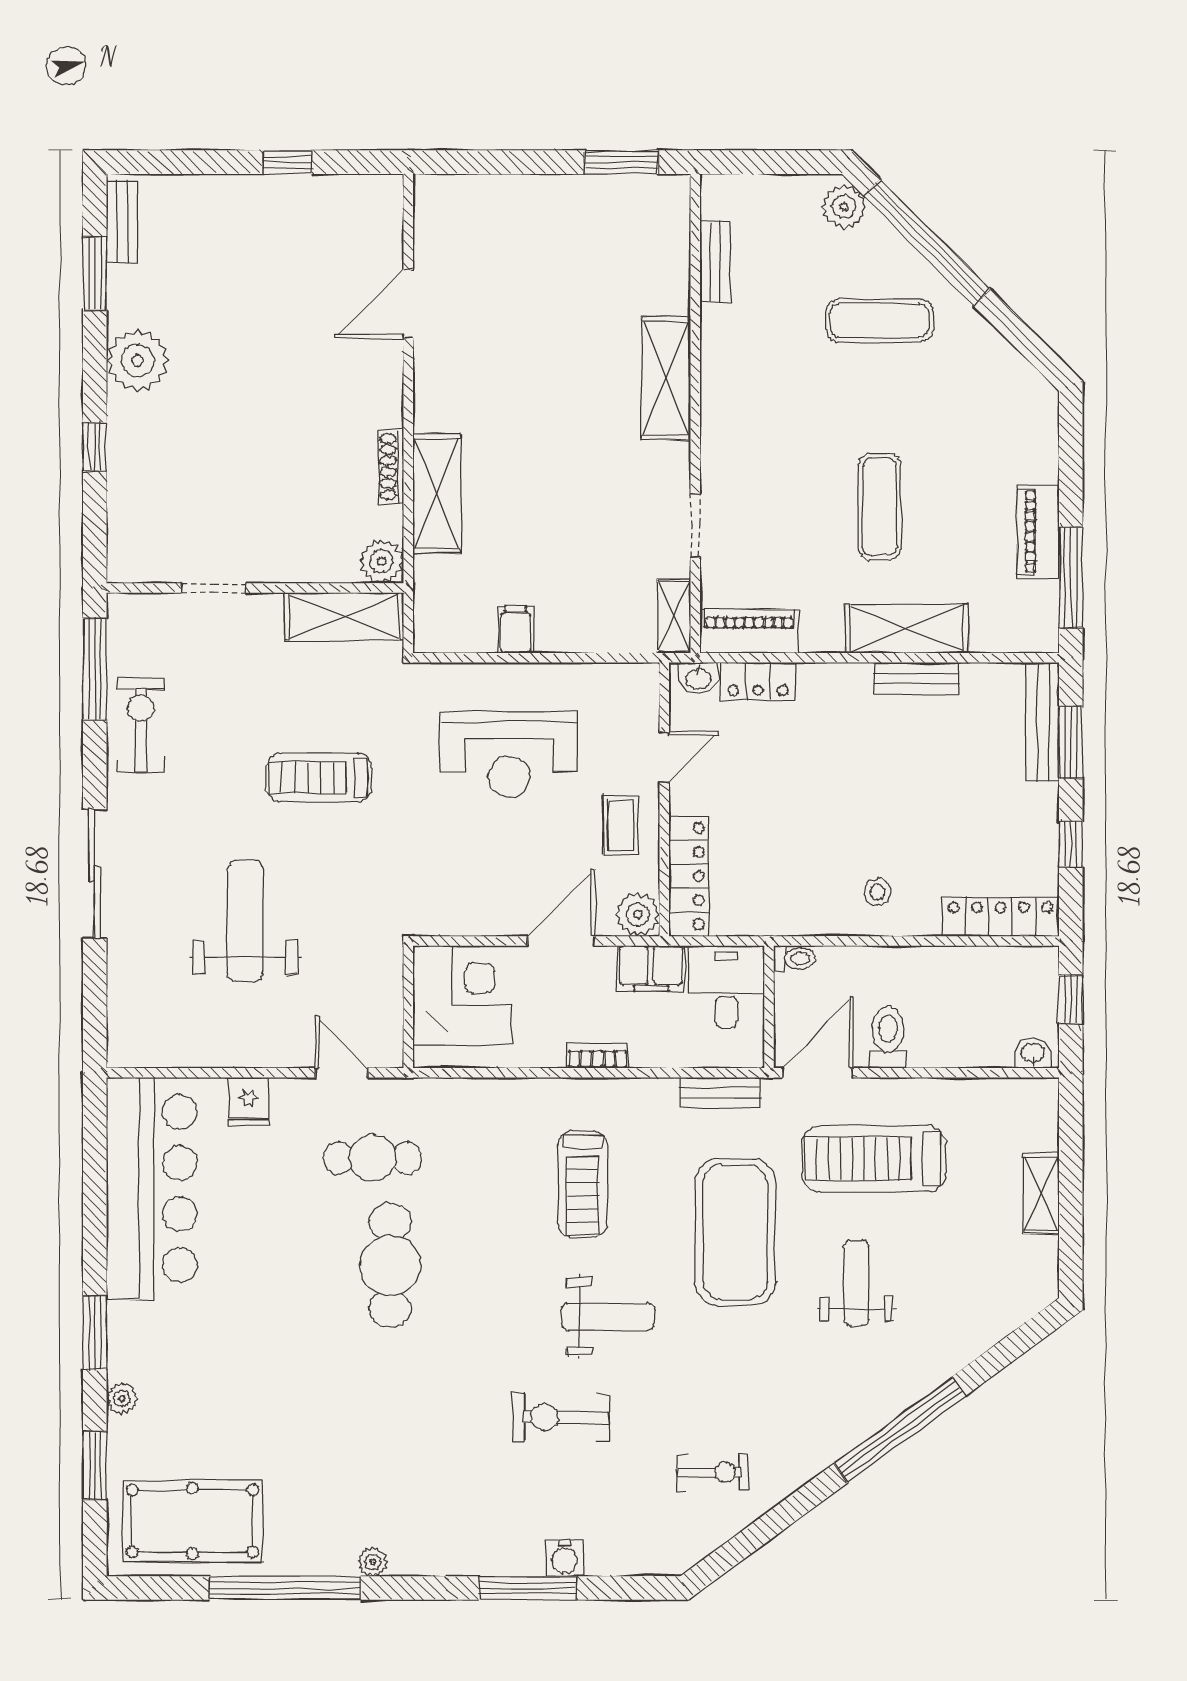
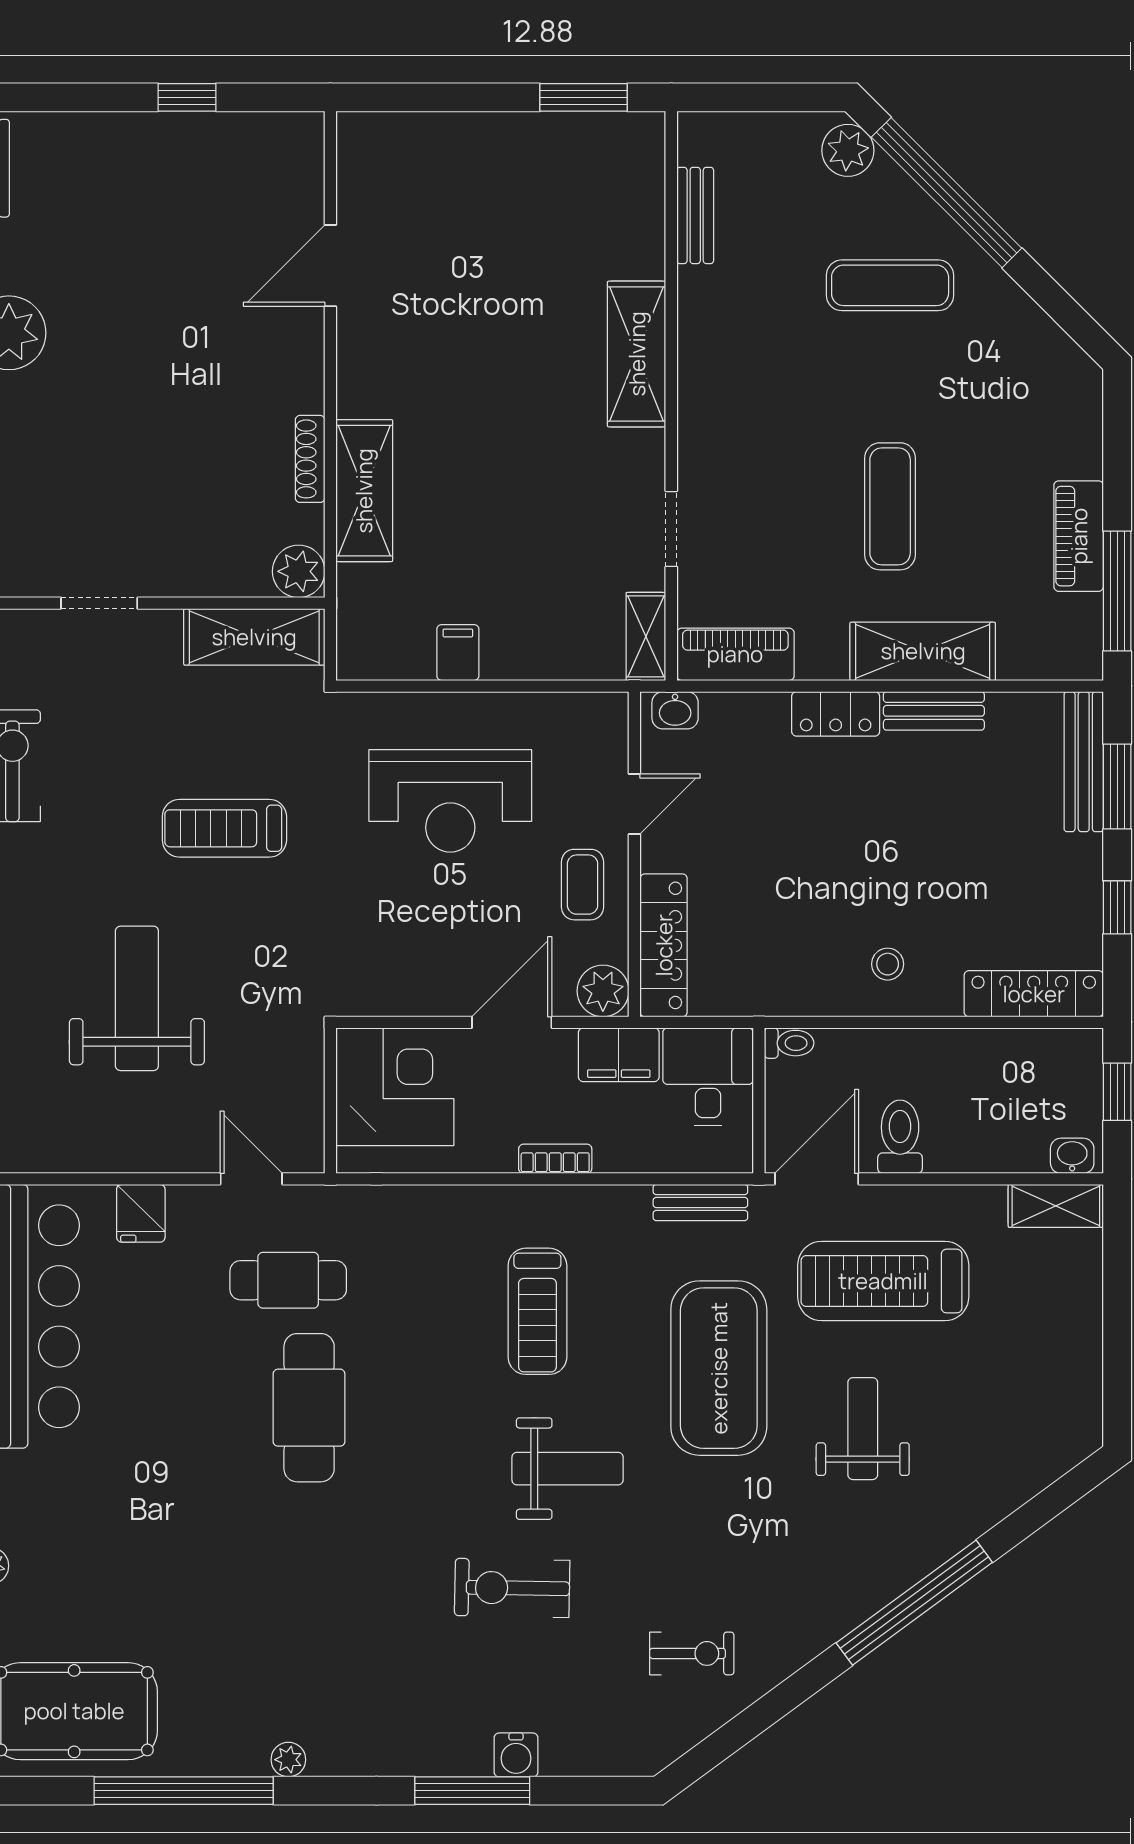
locker: (758, 681) -> (836, 714), moved
shelving: (1041, 1194) -> (1056, 1206), moved, turned 90

